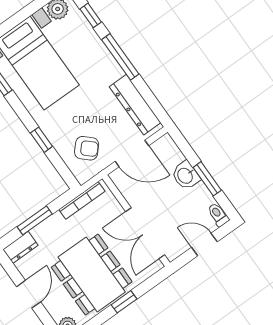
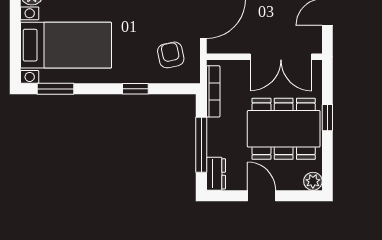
armchair: (87, 148) -> (171, 55), turned -55
window: (35, 220) -> (201, 145), width x1.44

